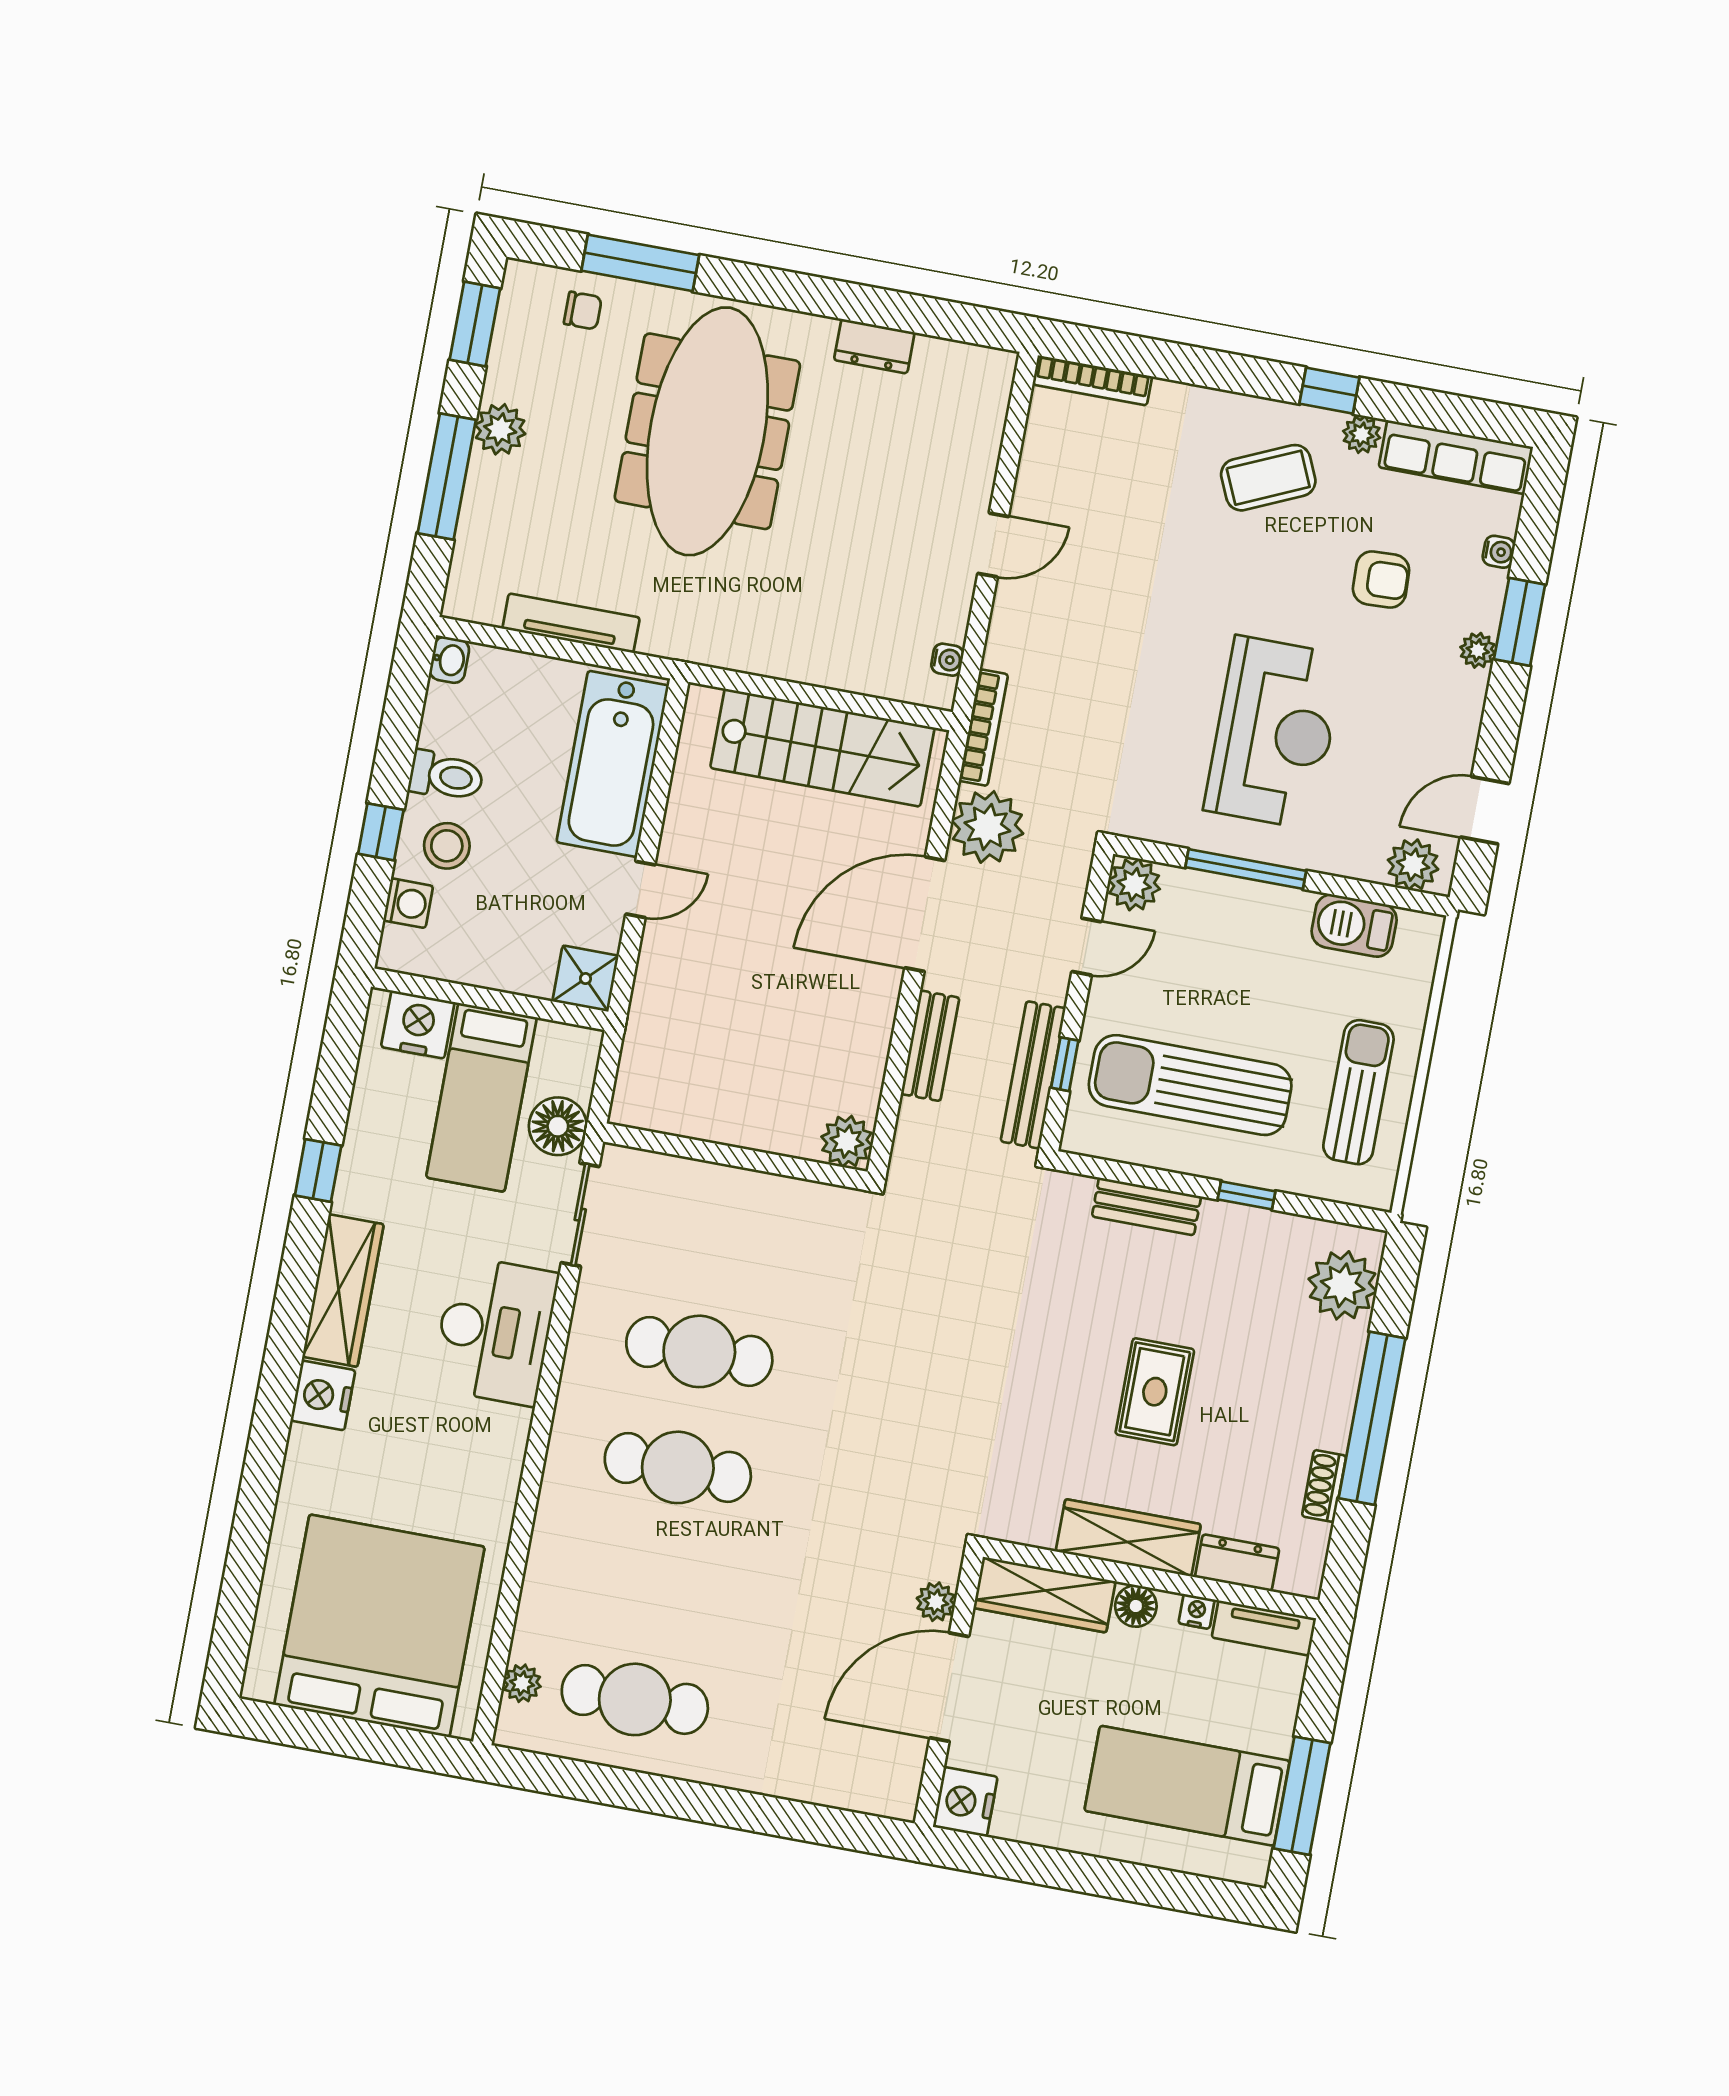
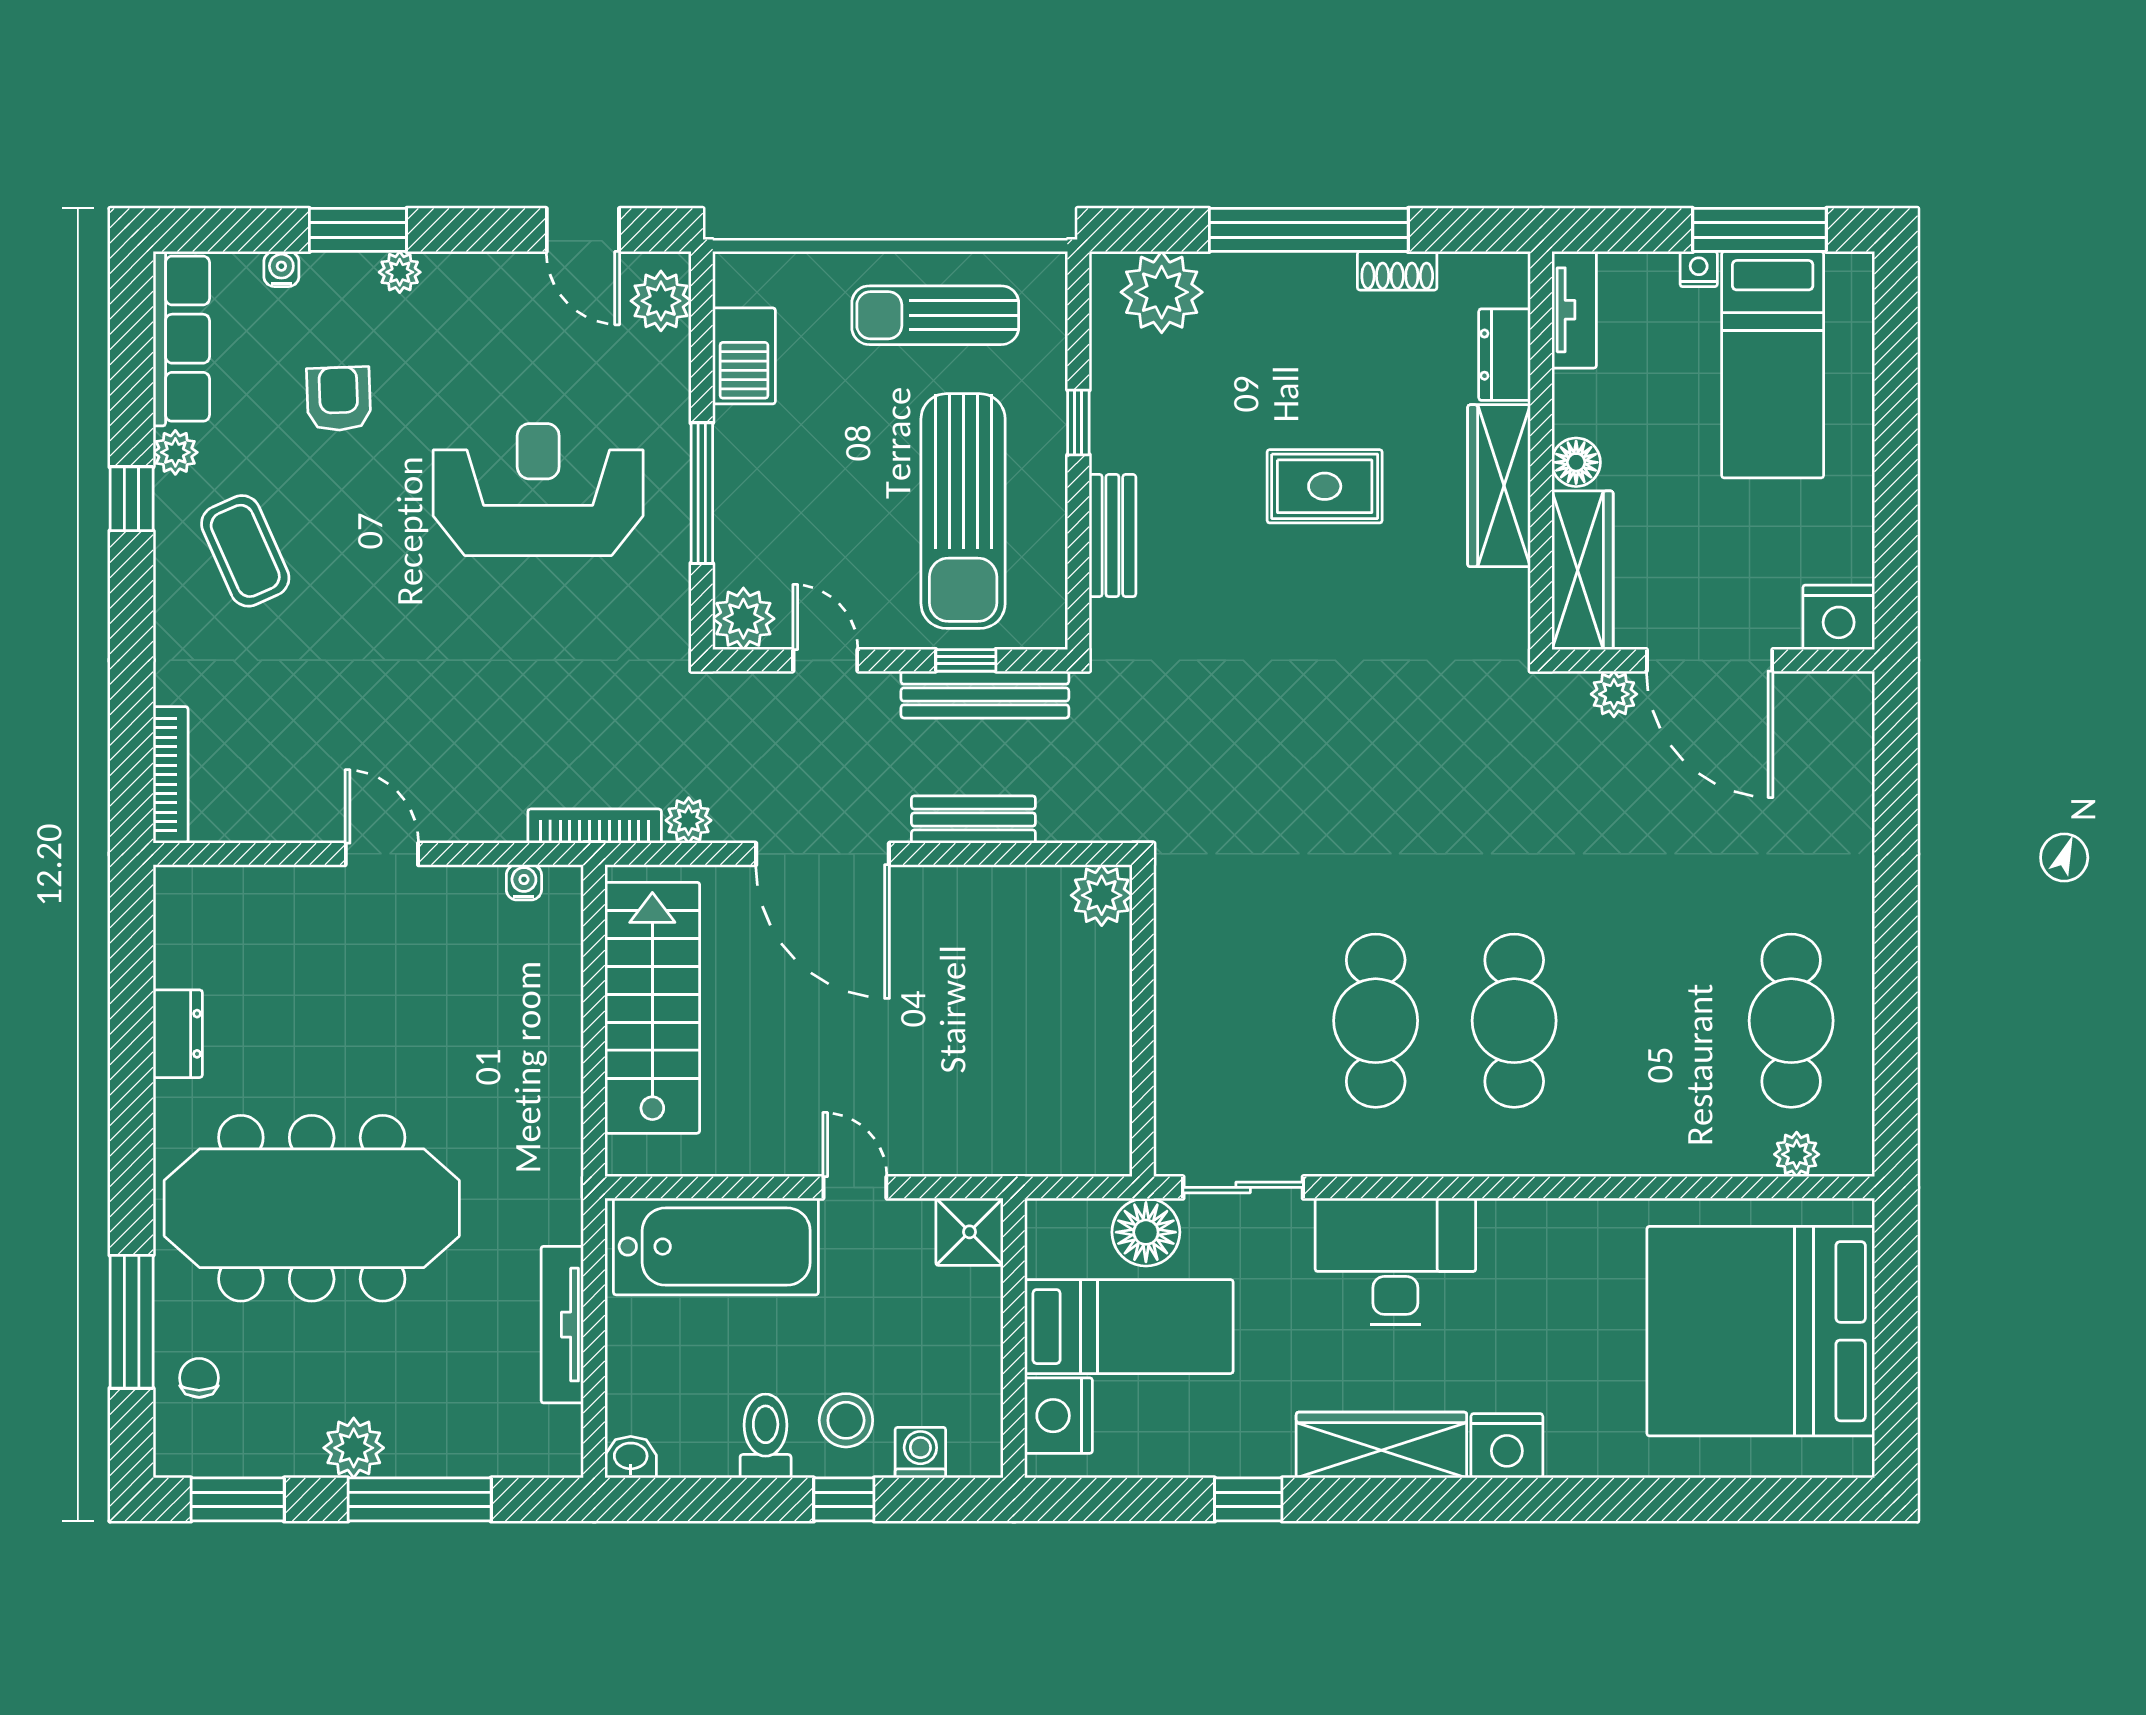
plant: (987, 827) -> (689, 820), width x0.53, depth x0.53
nightstand: (1197, 1611) -> (1699, 269), moved, turned 90

